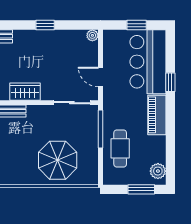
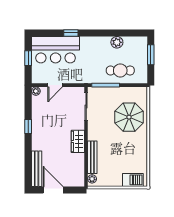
door: (100, 77) -> (55, 85), moved
piano: (157, 115) -> (95, 43), removed
plant: (158, 171) -> (117, 42), moved

